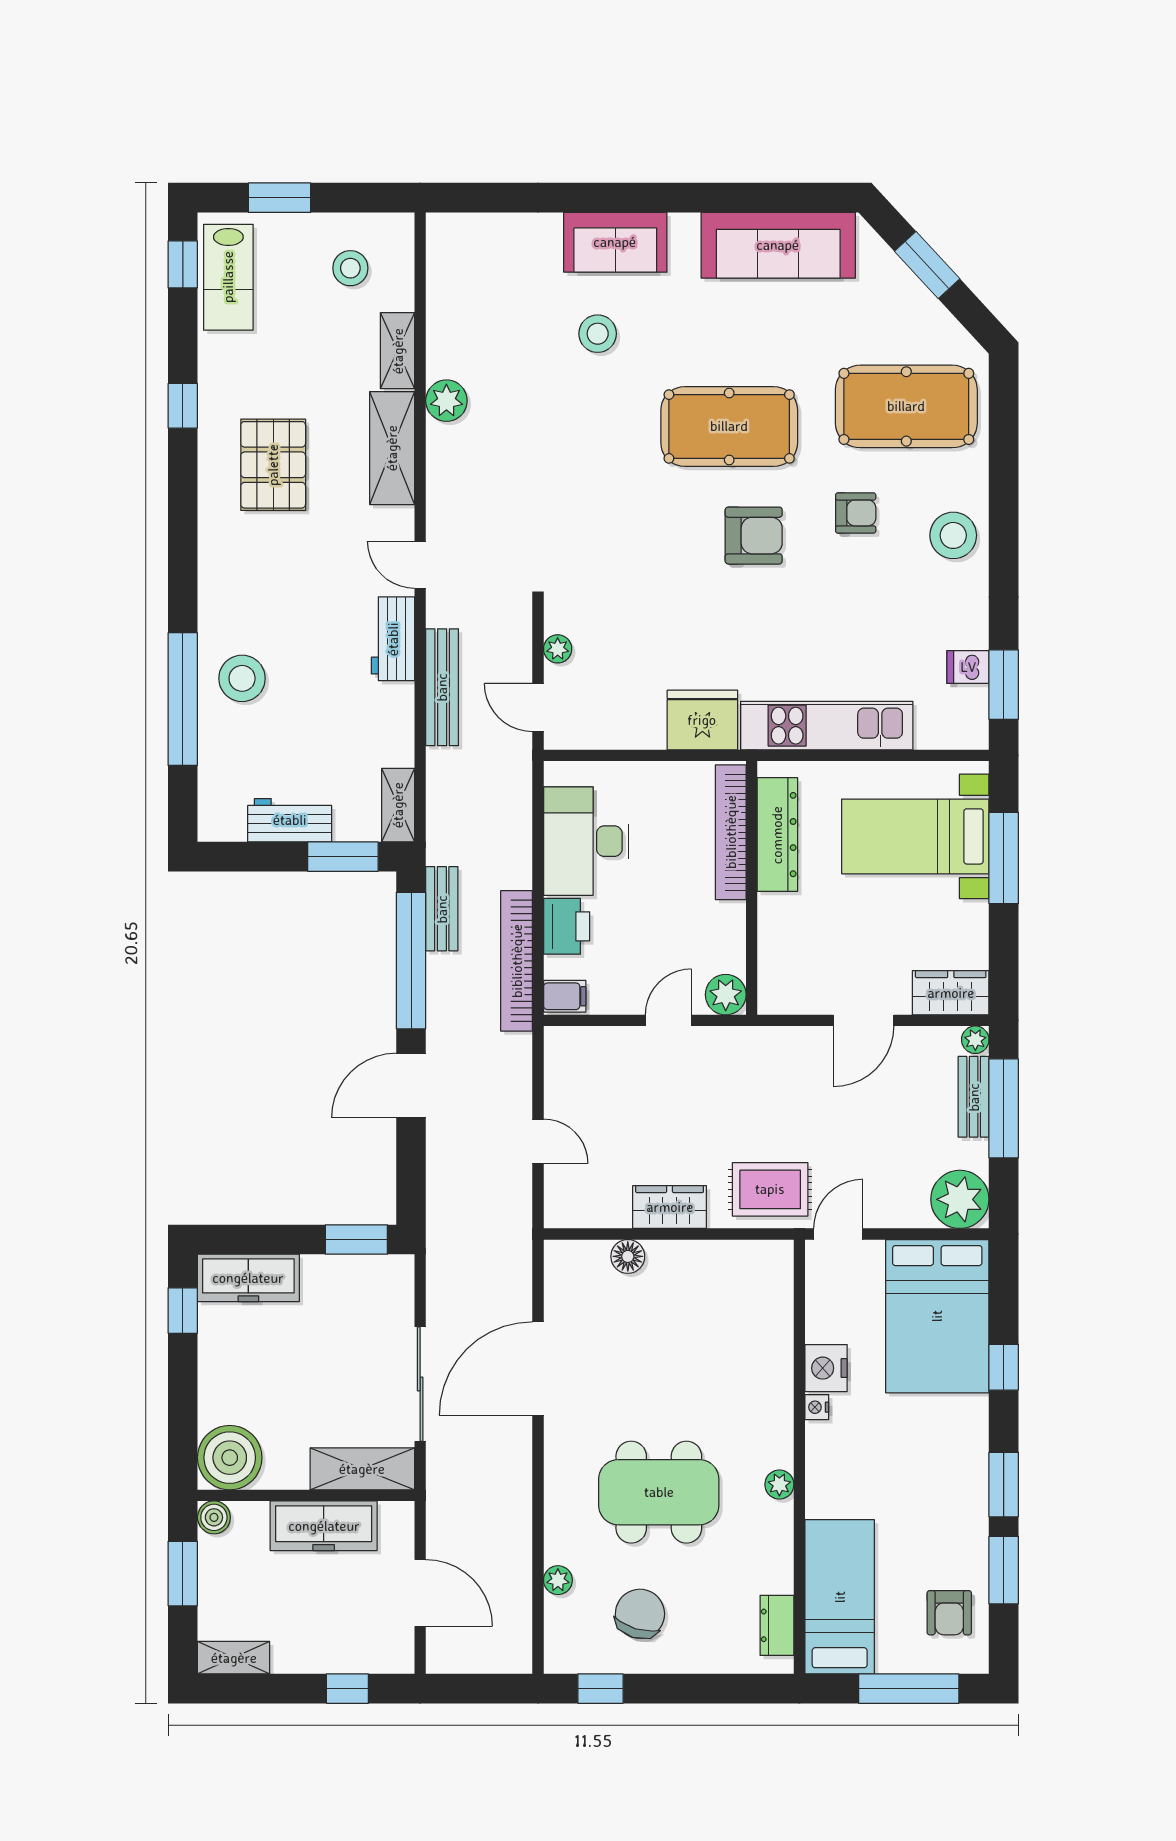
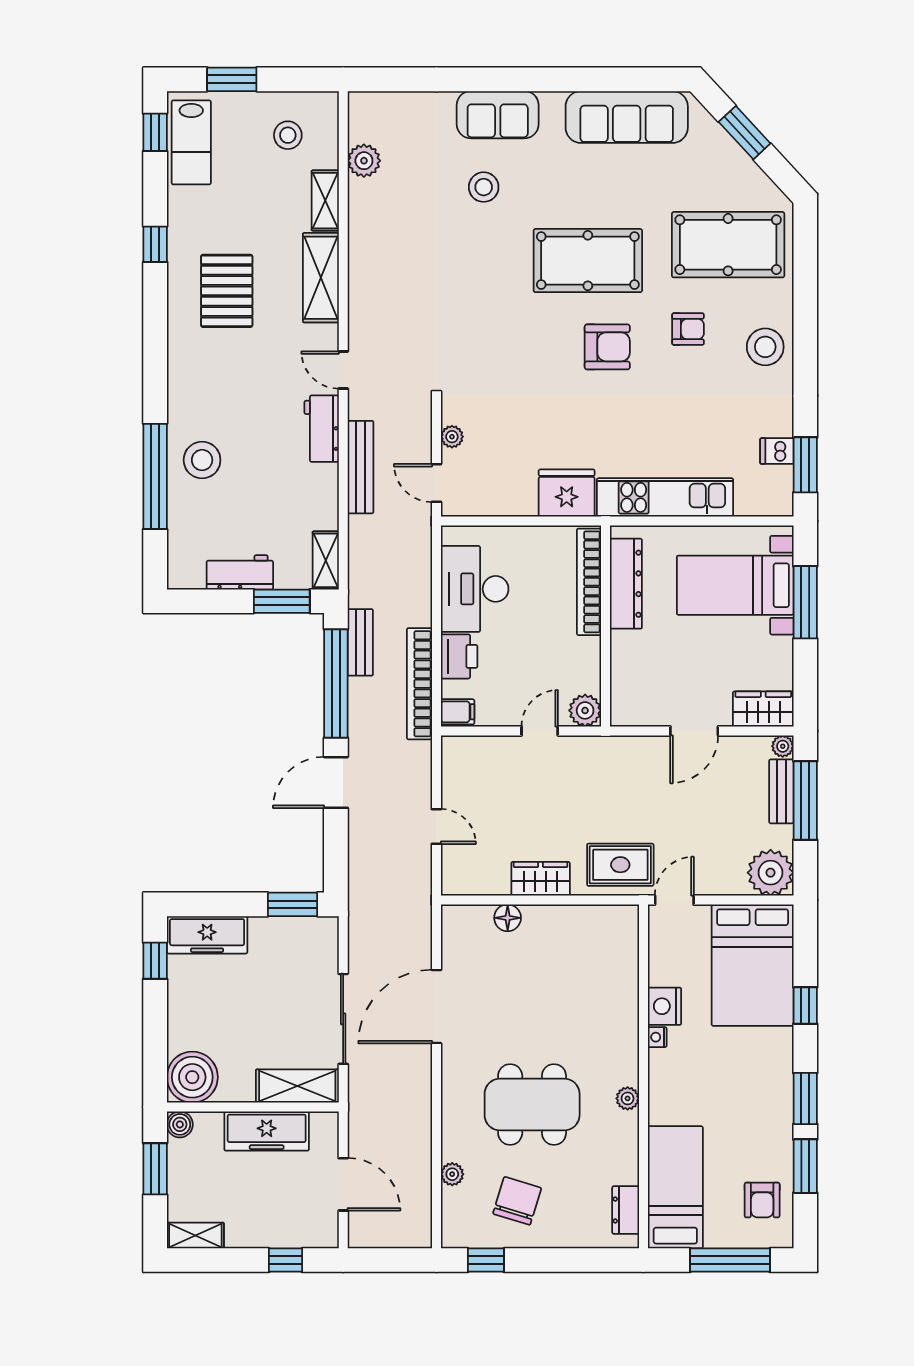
plant: (446, 401) -> (364, 161), moved

